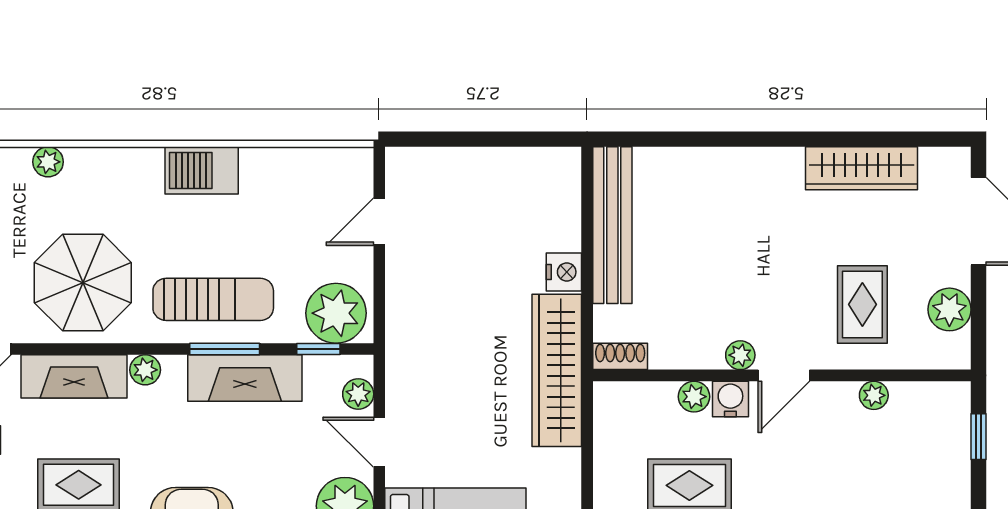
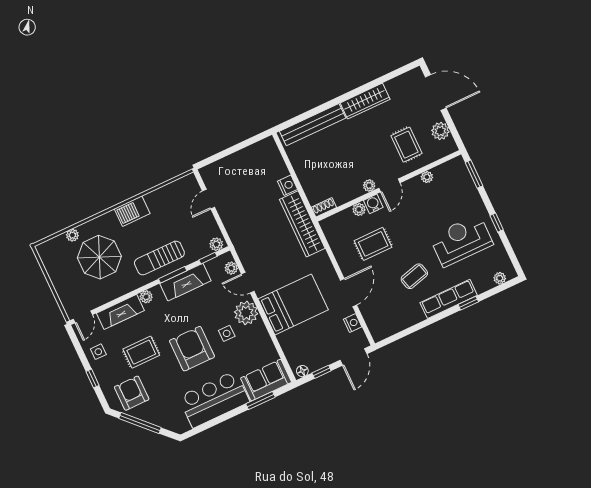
wardrobe: (862, 168) -> (365, 101), moved
bench: (612, 225) -> (313, 125), moved, turned 90
parasol: (83, 283) -> (99, 257), moved
sun lounger: (213, 299) -> (159, 258), turned 180
plant: (336, 313) -> (216, 244), width x0.53, depth x0.53
window: (978, 437) -> (474, 174), width x1.50

